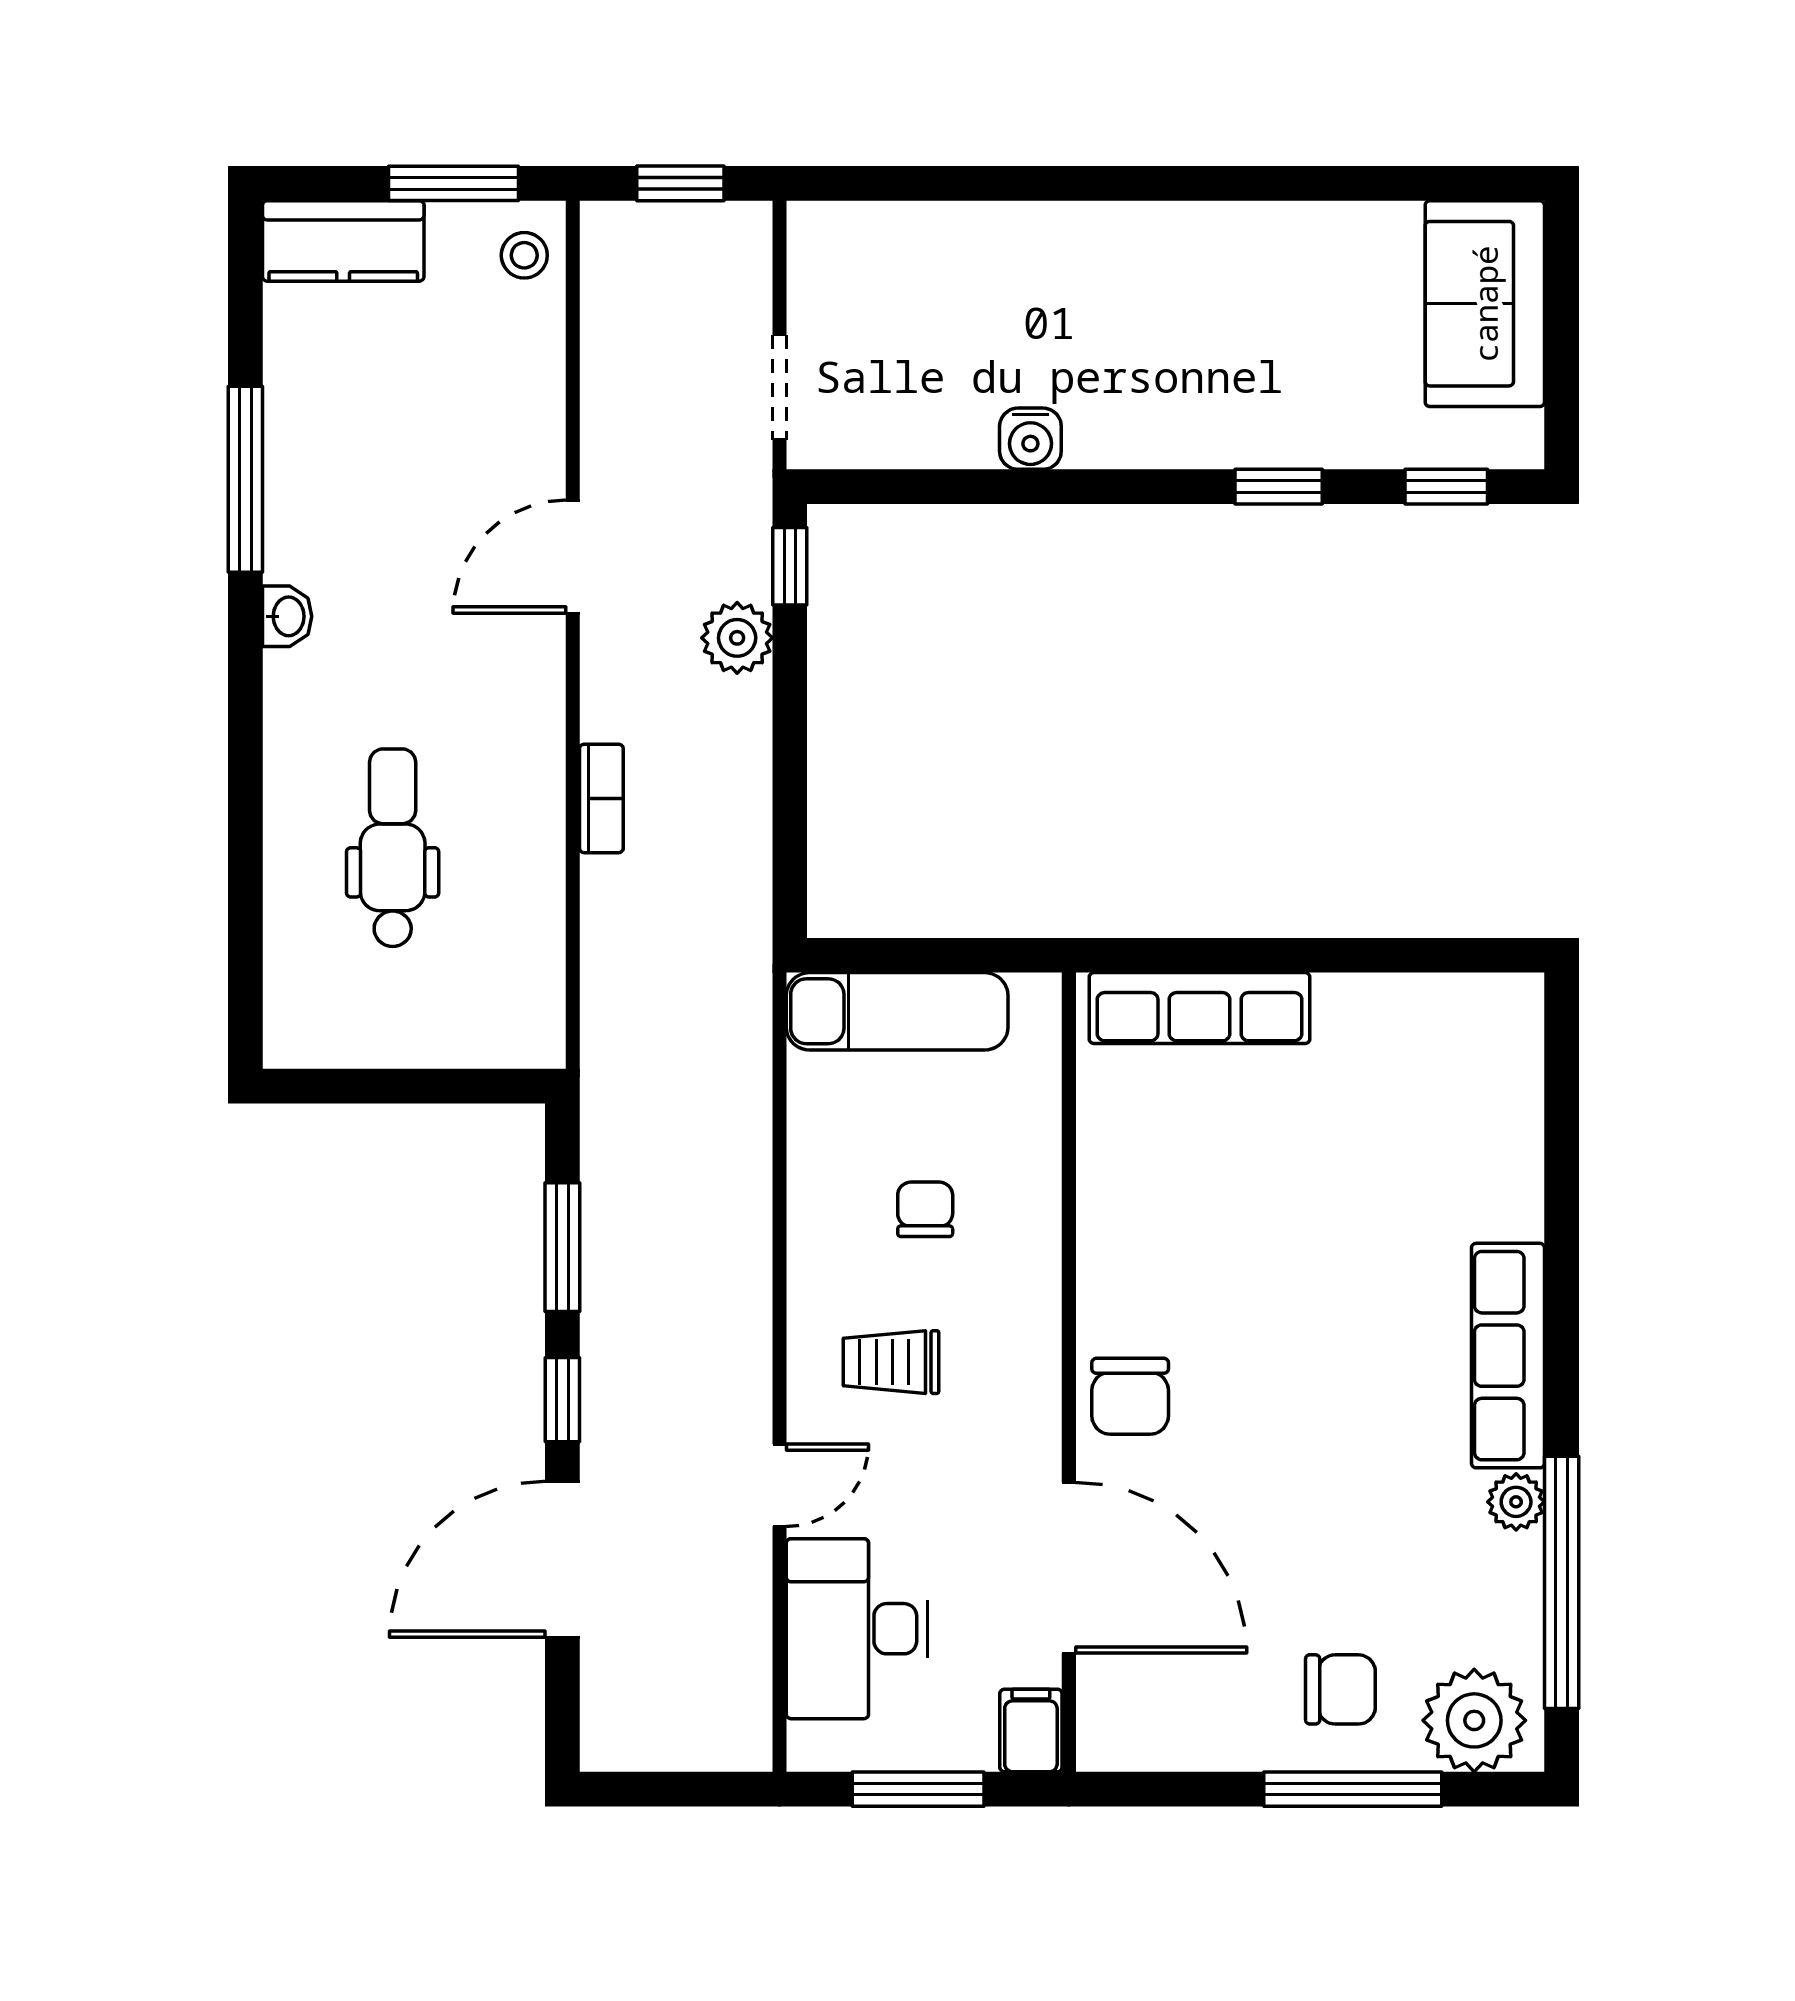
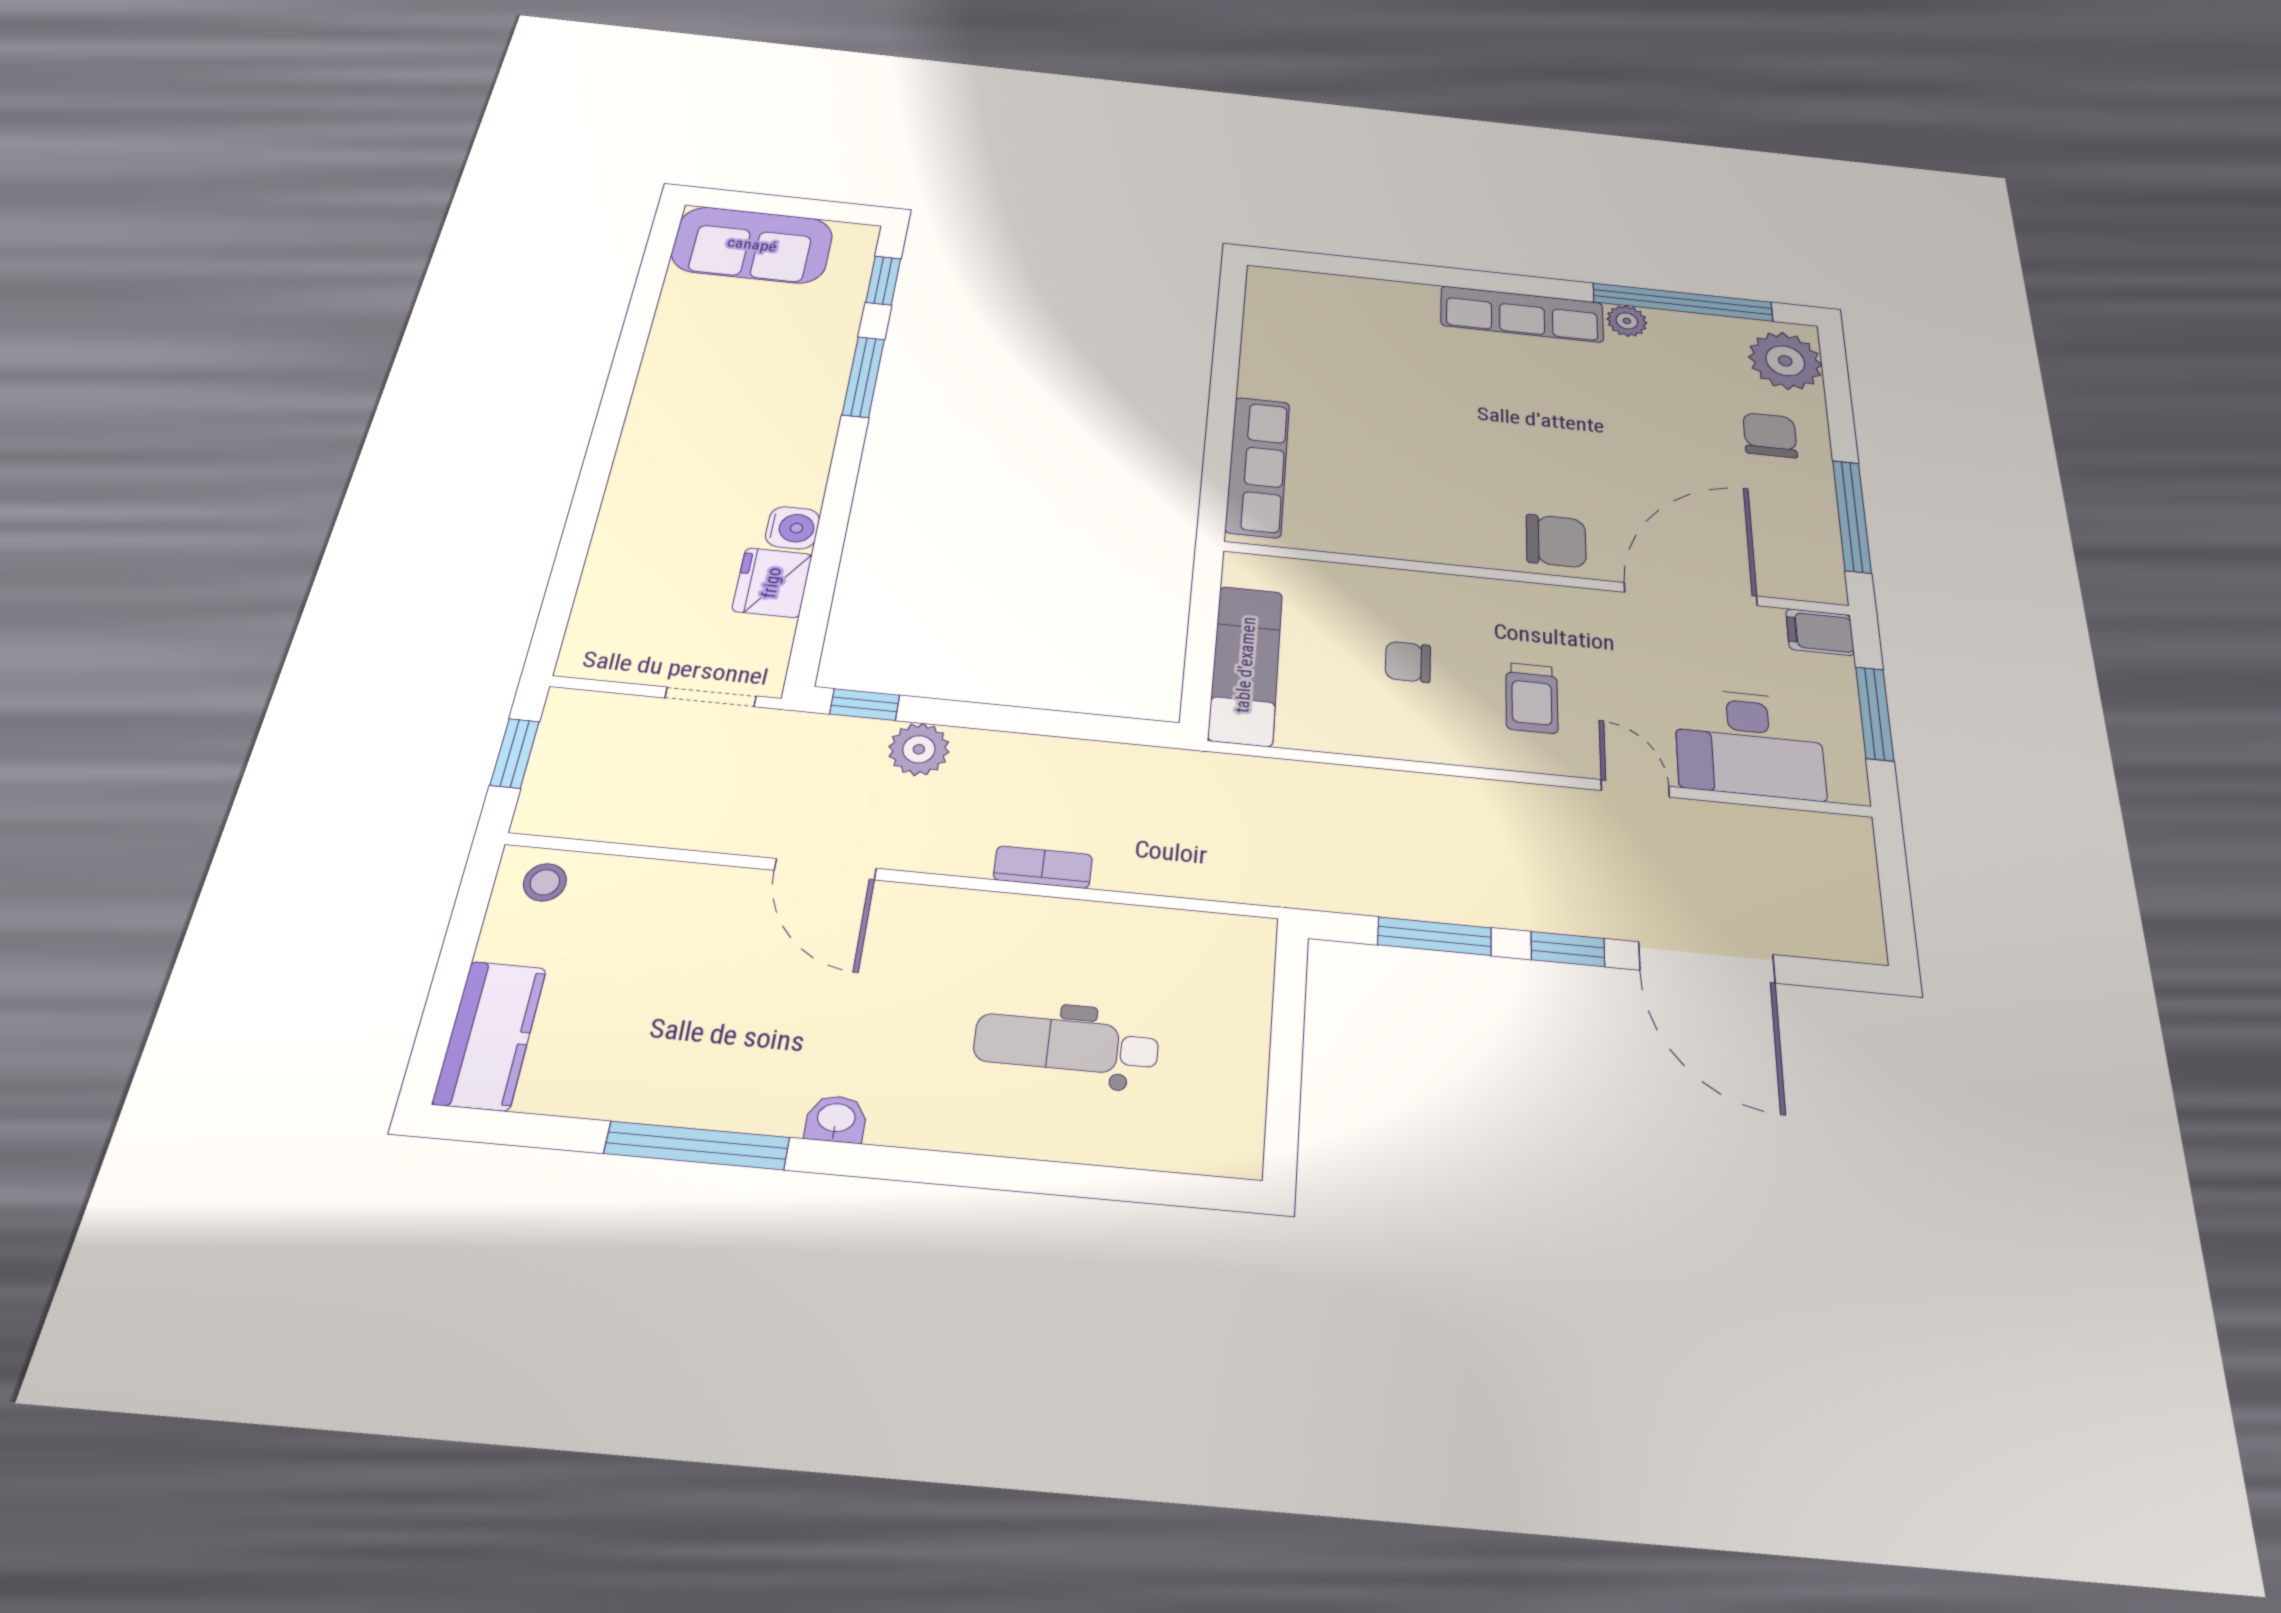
window: (453, 183) -> (463, 935), removed
fridge: (947, 429) -> (772, 583), added
window: (1279, 487) -> (863, 377), width x1.50
window: (1353, 1789) -> (1852, 516), moved

